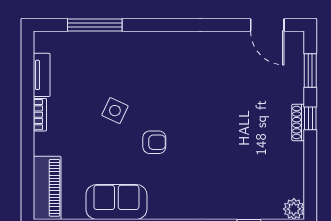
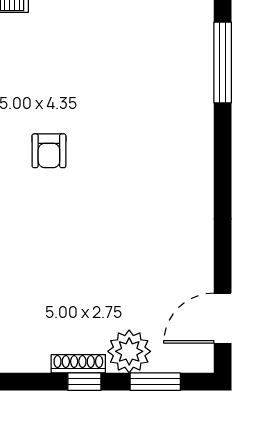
plant: (290, 88) -> (129, 351), added
side table: (115, 111) -> (96, 92), removed

